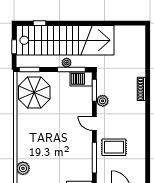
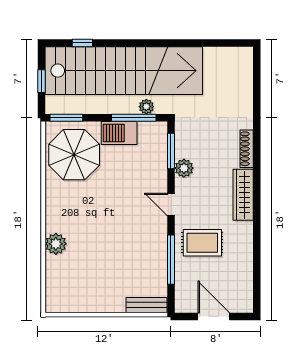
plant: (67, 63) -> (146, 107), moved
barbecue: (81, 79) -> (119, 133), moved
wardrobe: (139, 117) -> (243, 195), added
plant: (23, 168) -> (56, 244), moved

